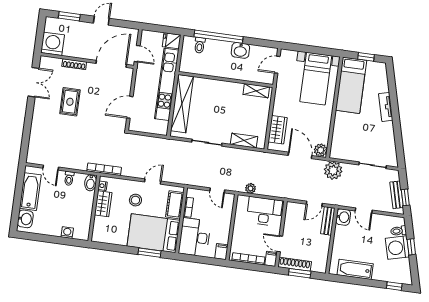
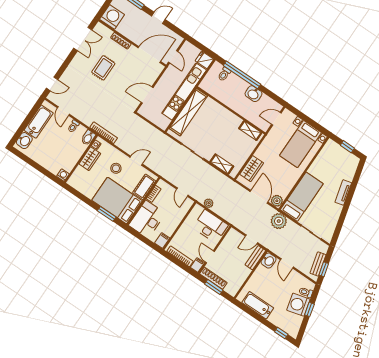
bed: (351, 85) -> (302, 197), moved, turned 180
door: (25, 145) -> (52, 84), added
washing machine: (67, 233) -> (63, 175), moved

